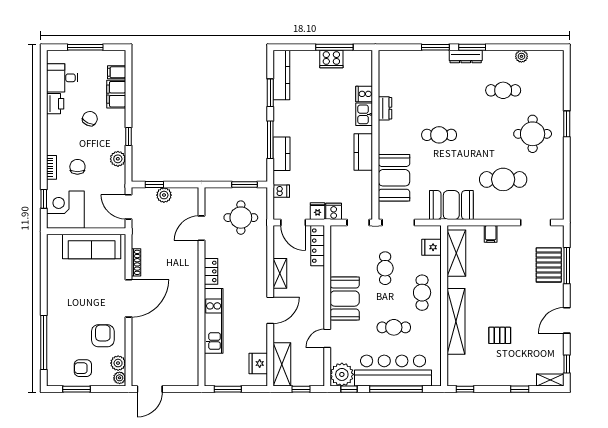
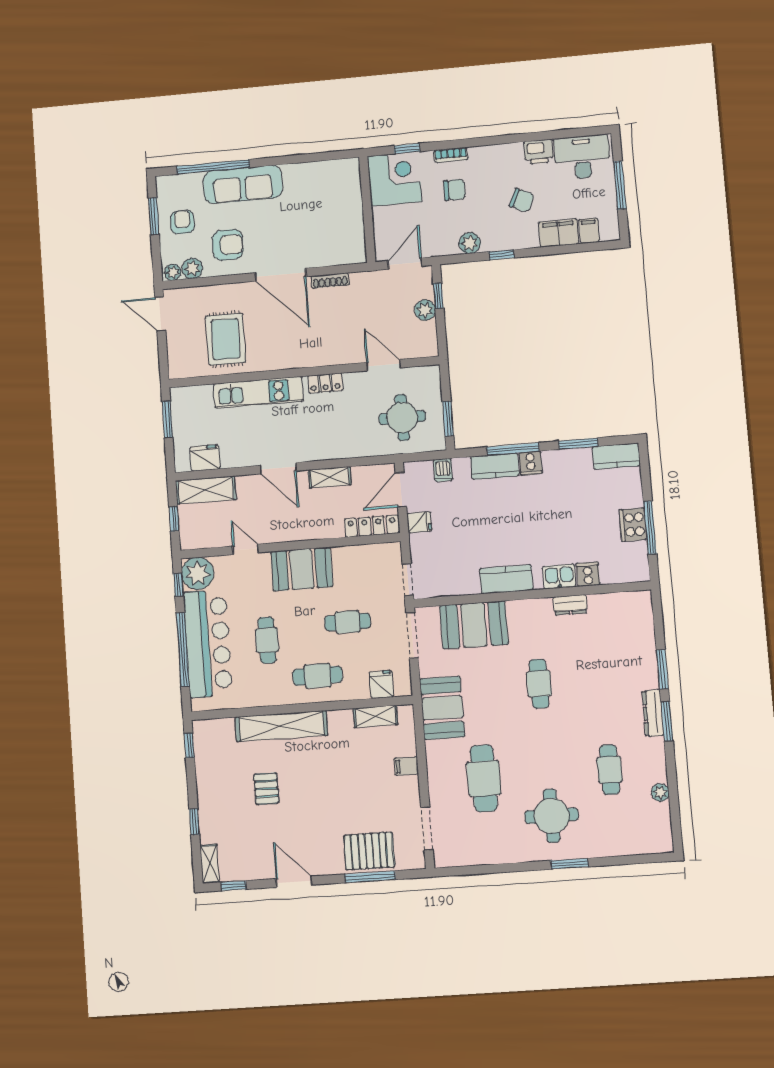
kitchen counter: (281, 75) -> (616, 456), width x0.67
desk: (62, 78) -> (582, 157), width x1.37
cooker: (334, 211) -> (531, 463), moved, turned 90
sofa: (92, 247) -> (243, 184), moved, turned -90
shelving: (456, 253) -> (375, 716), width x0.67, depth x0.75
rug: (173, 342) -> (226, 339), added

